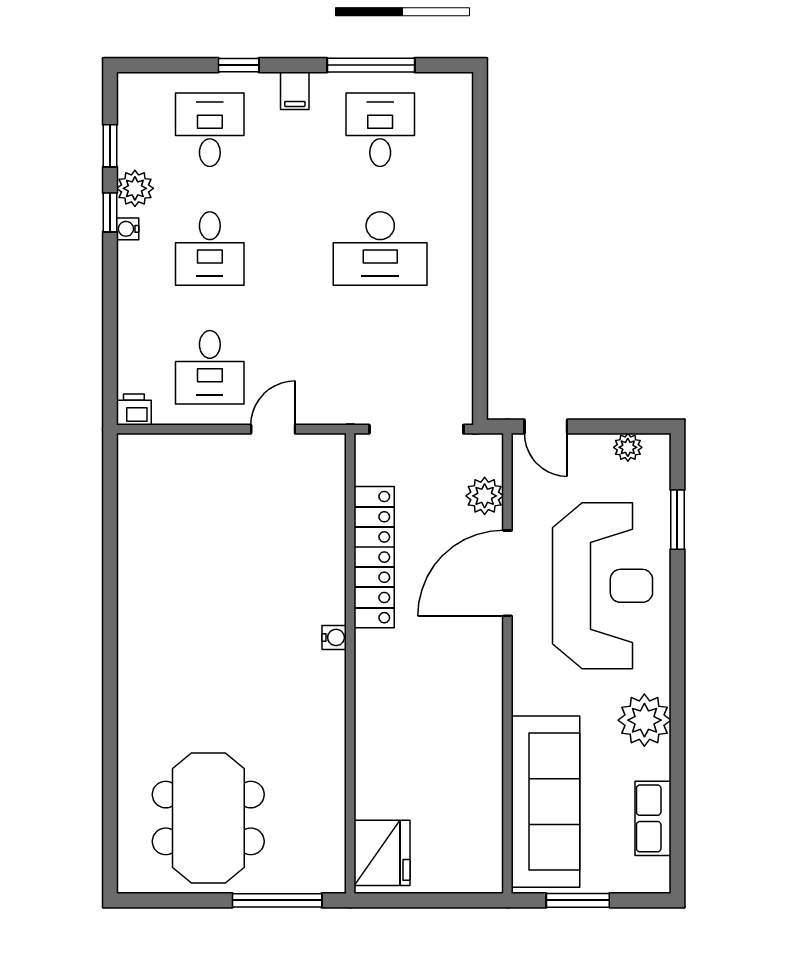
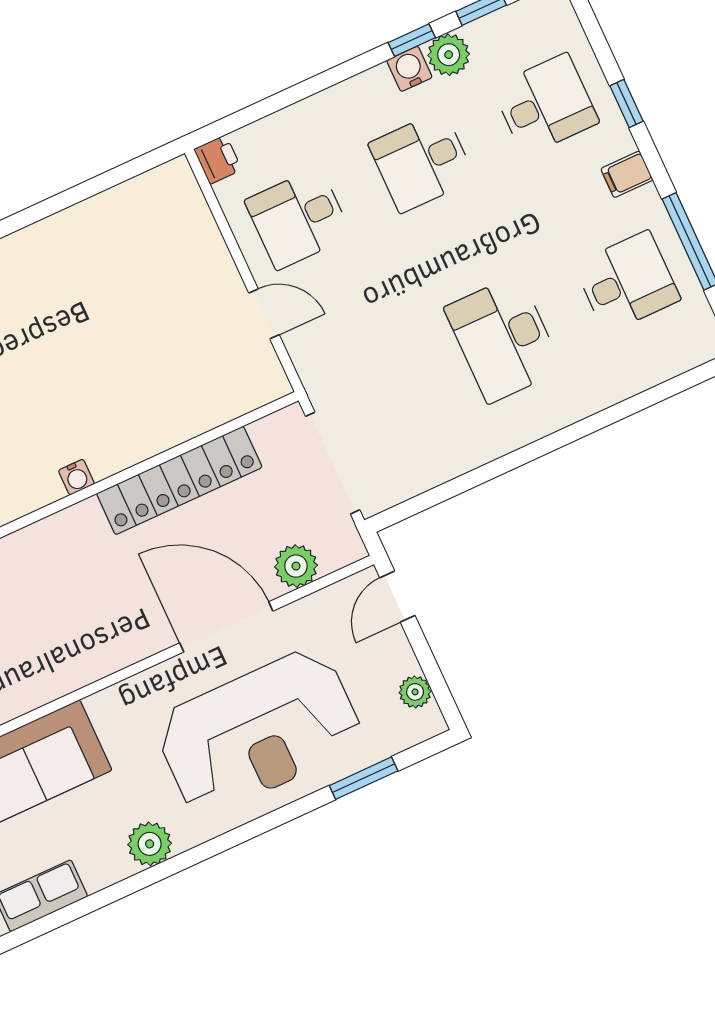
water cooler: (128, 229) -> (409, 69), width x1.38, depth x1.38
plant: (644, 720) -> (150, 844), width x0.73, depth x0.73

